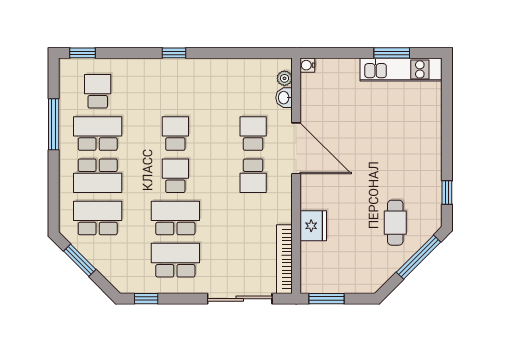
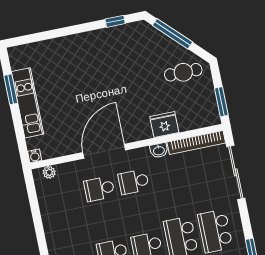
kitchen unit: (401, 69) -> (28, 103), moved
washbasin: (284, 98) -> (159, 150), moved
school desk: (253, 176) -> (134, 182), turned 180
cafe table: (395, 223) -> (183, 72), moved

